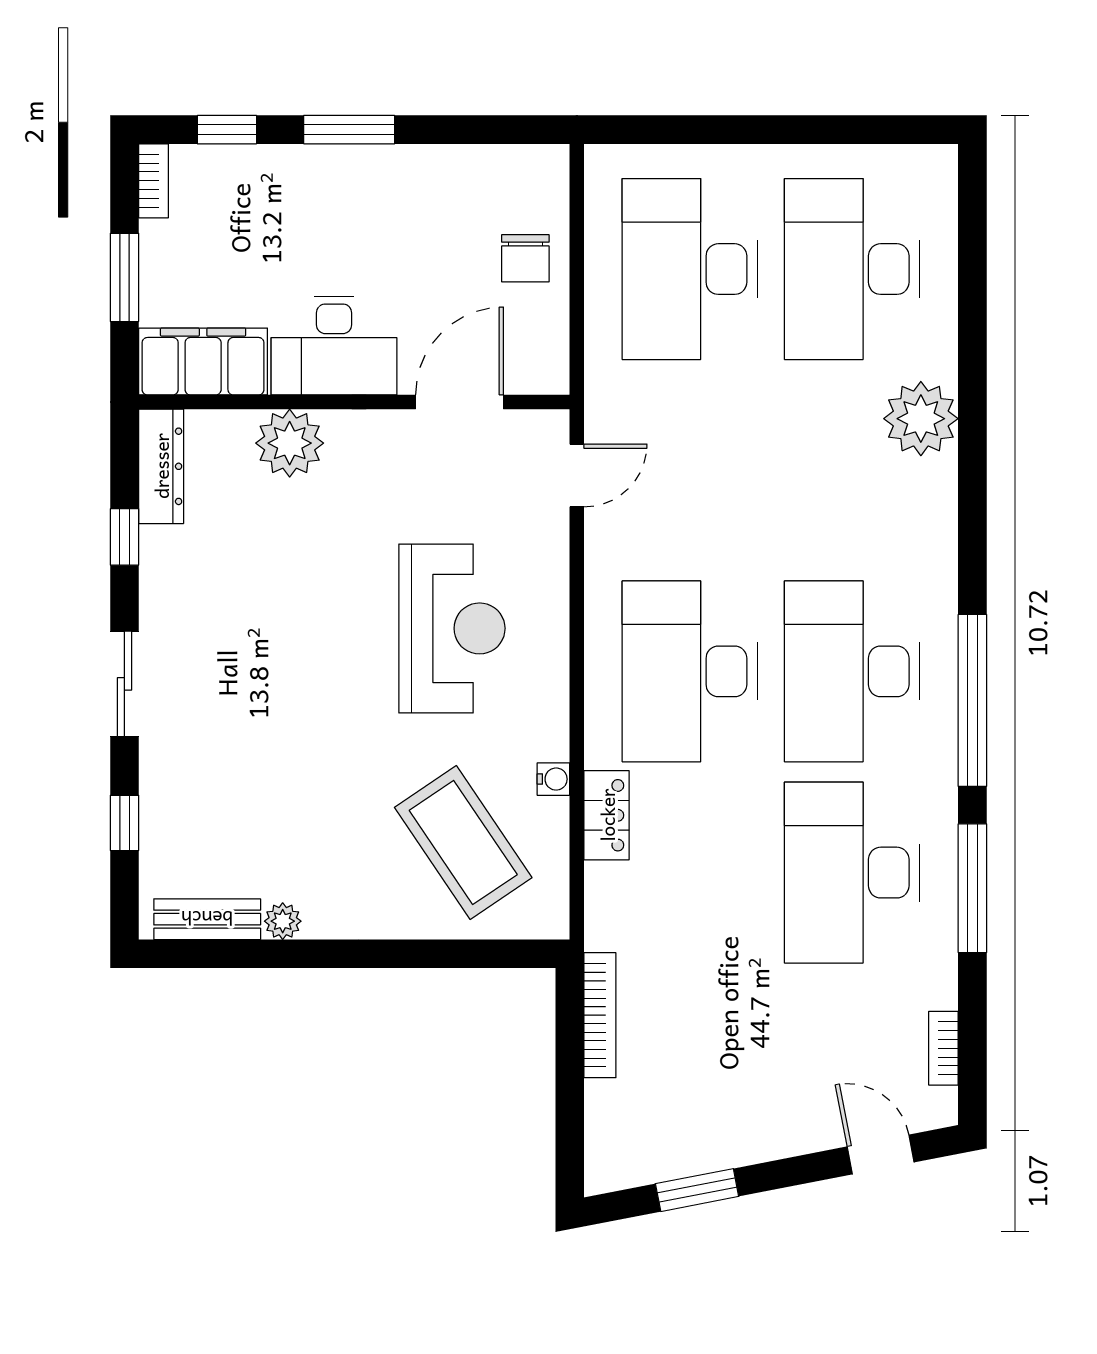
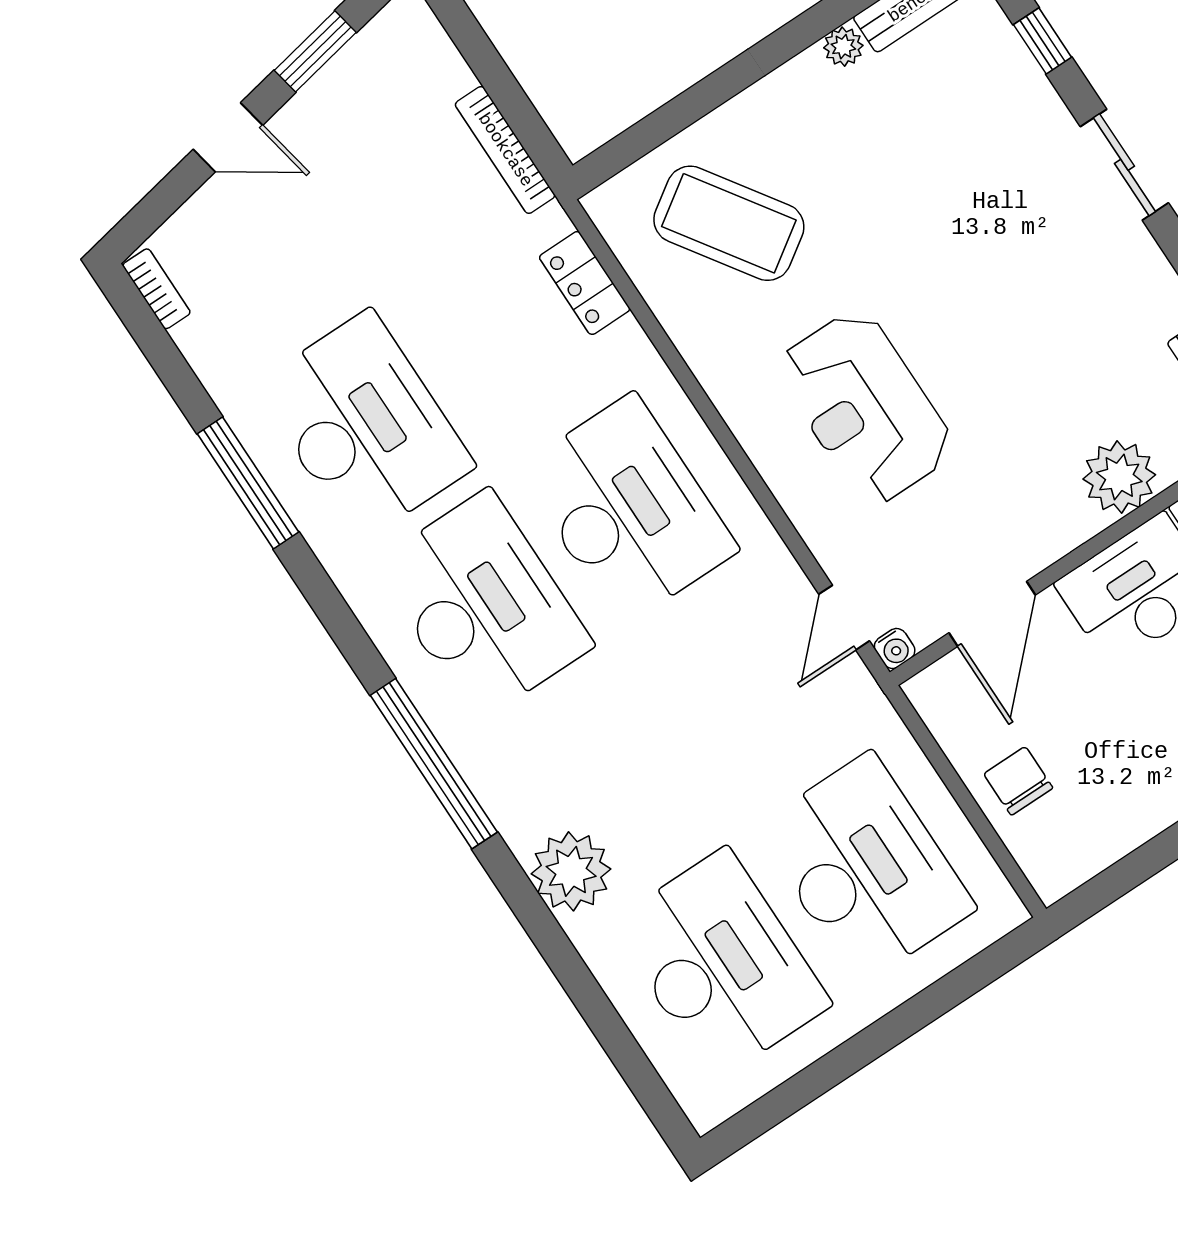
window: (972, 700) -> (434, 764), moved
water cooler: (553, 779) -> (895, 648), moved, turned -90
locker: (607, 815) -> (585, 283), moved
bookcase: (943, 1048) -> (157, 289), moved
door: (881, 1154) -> (228, 137), moved

